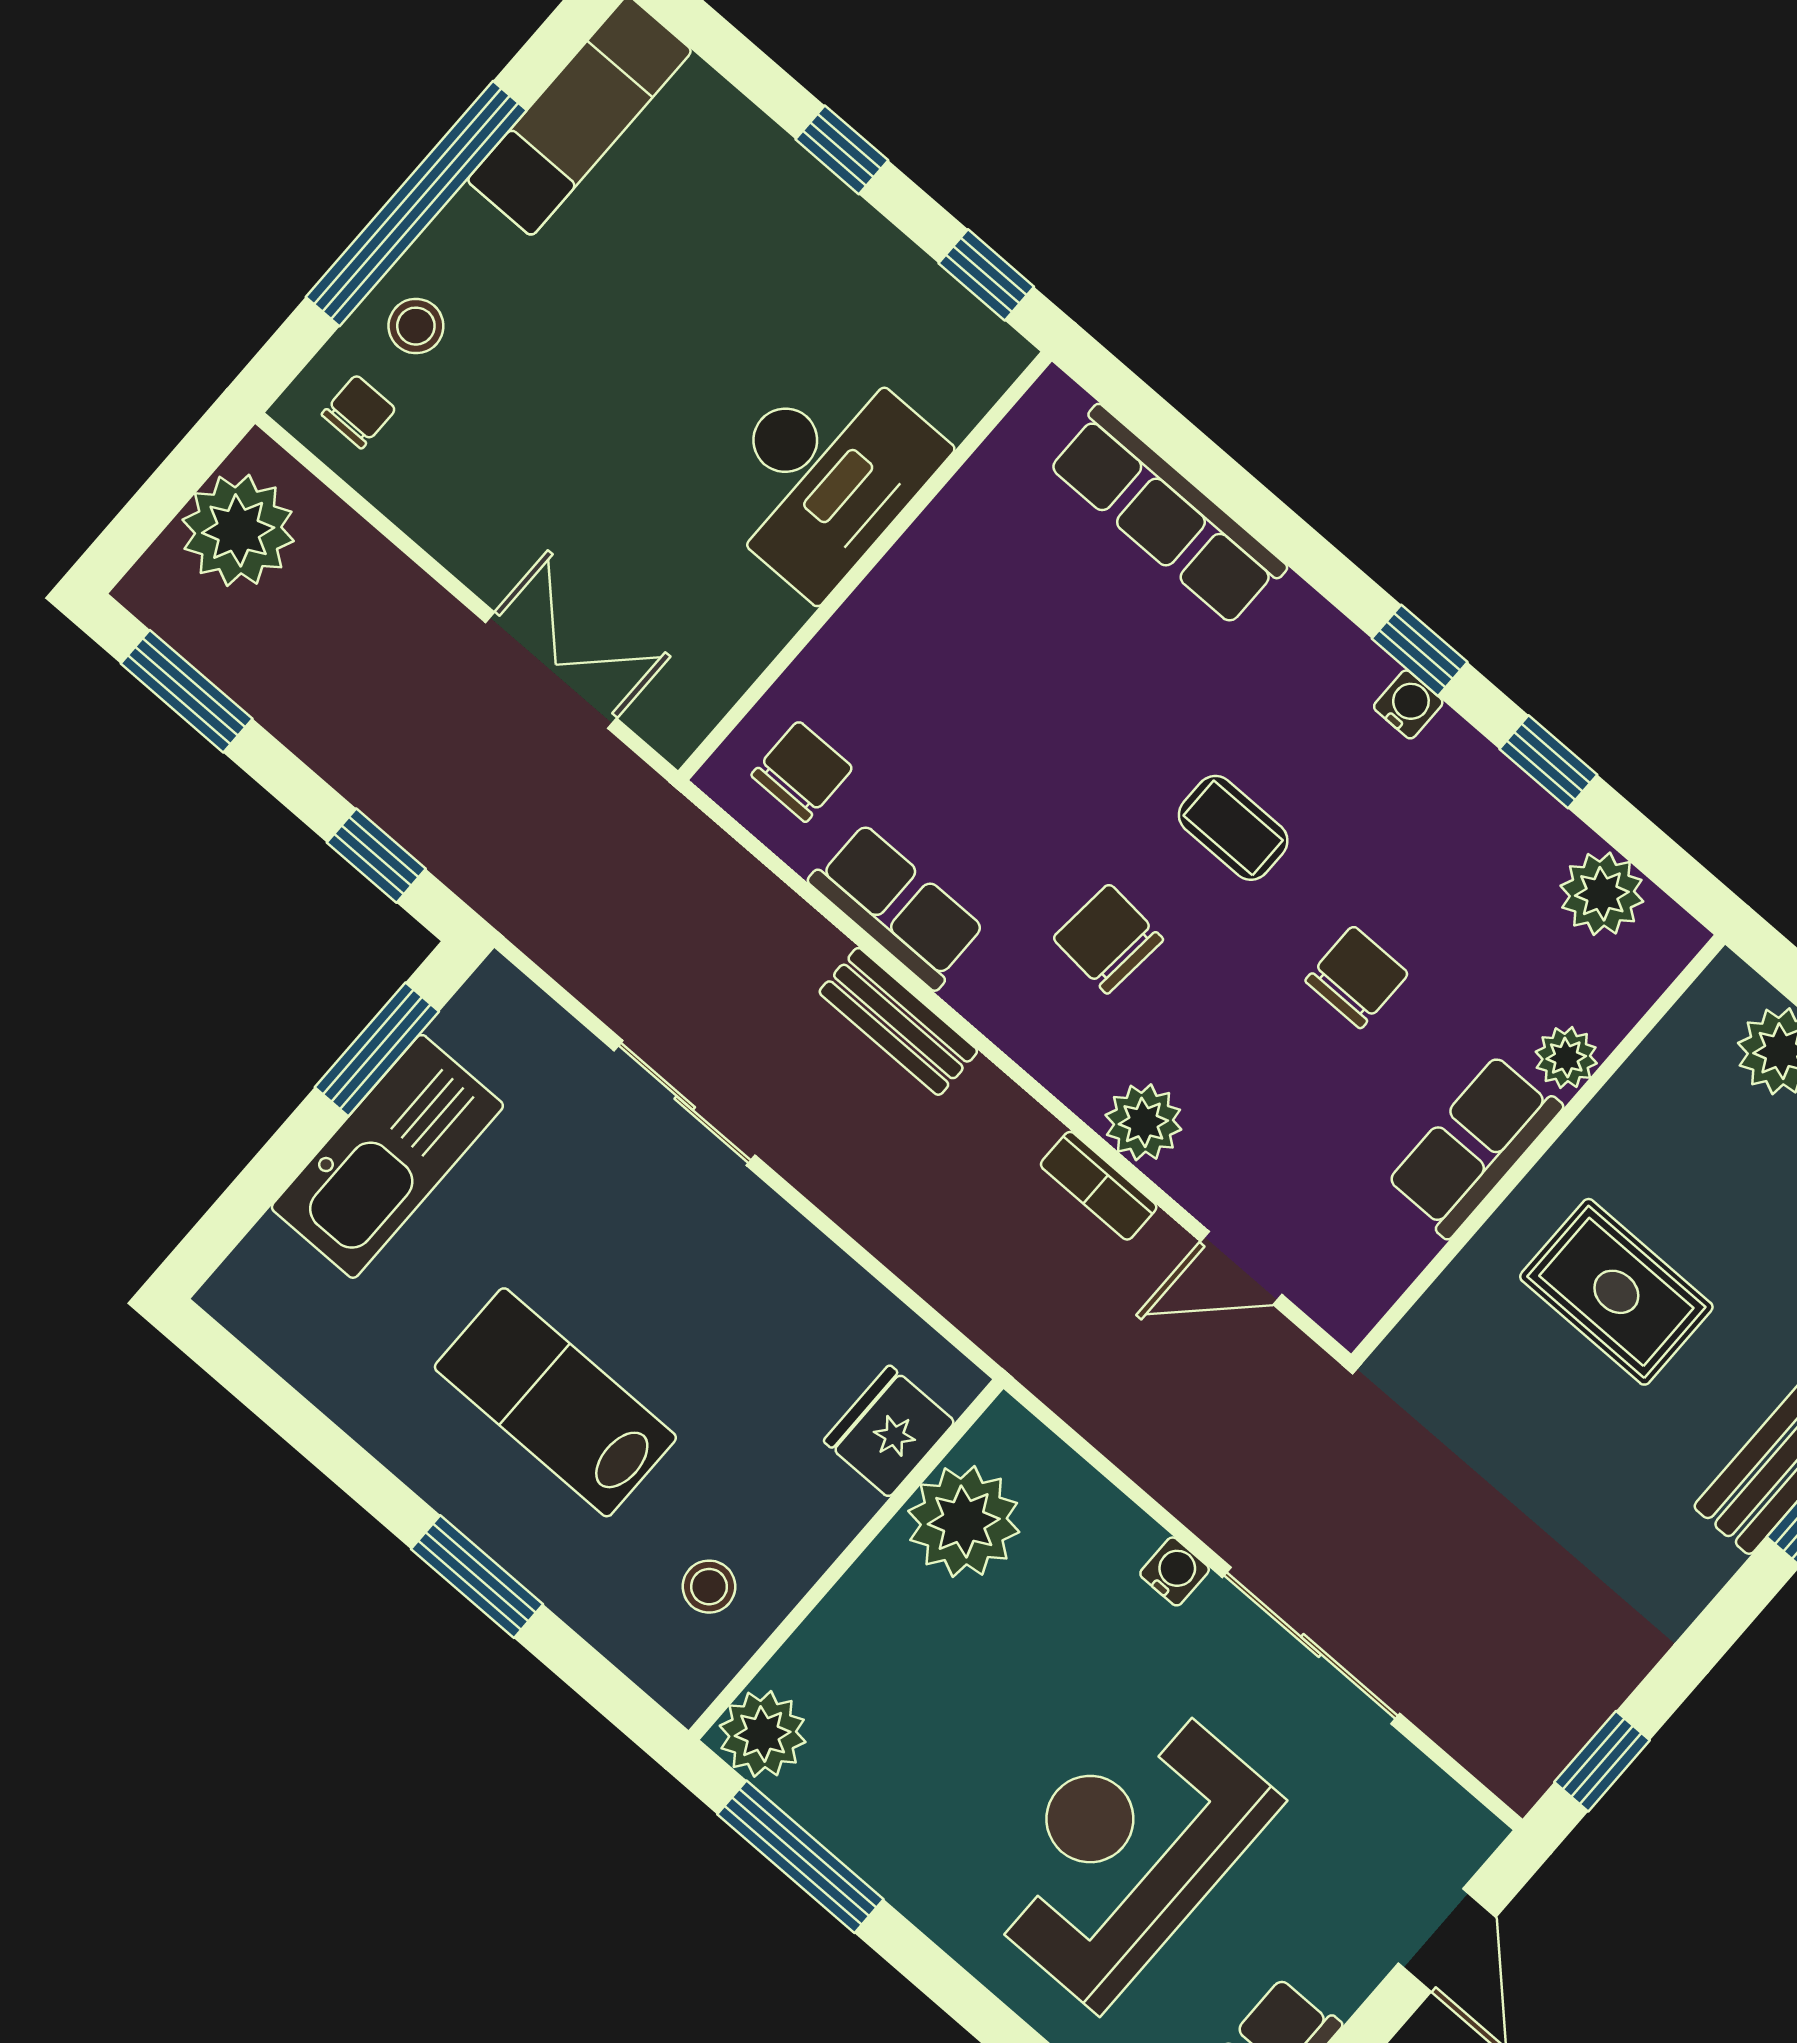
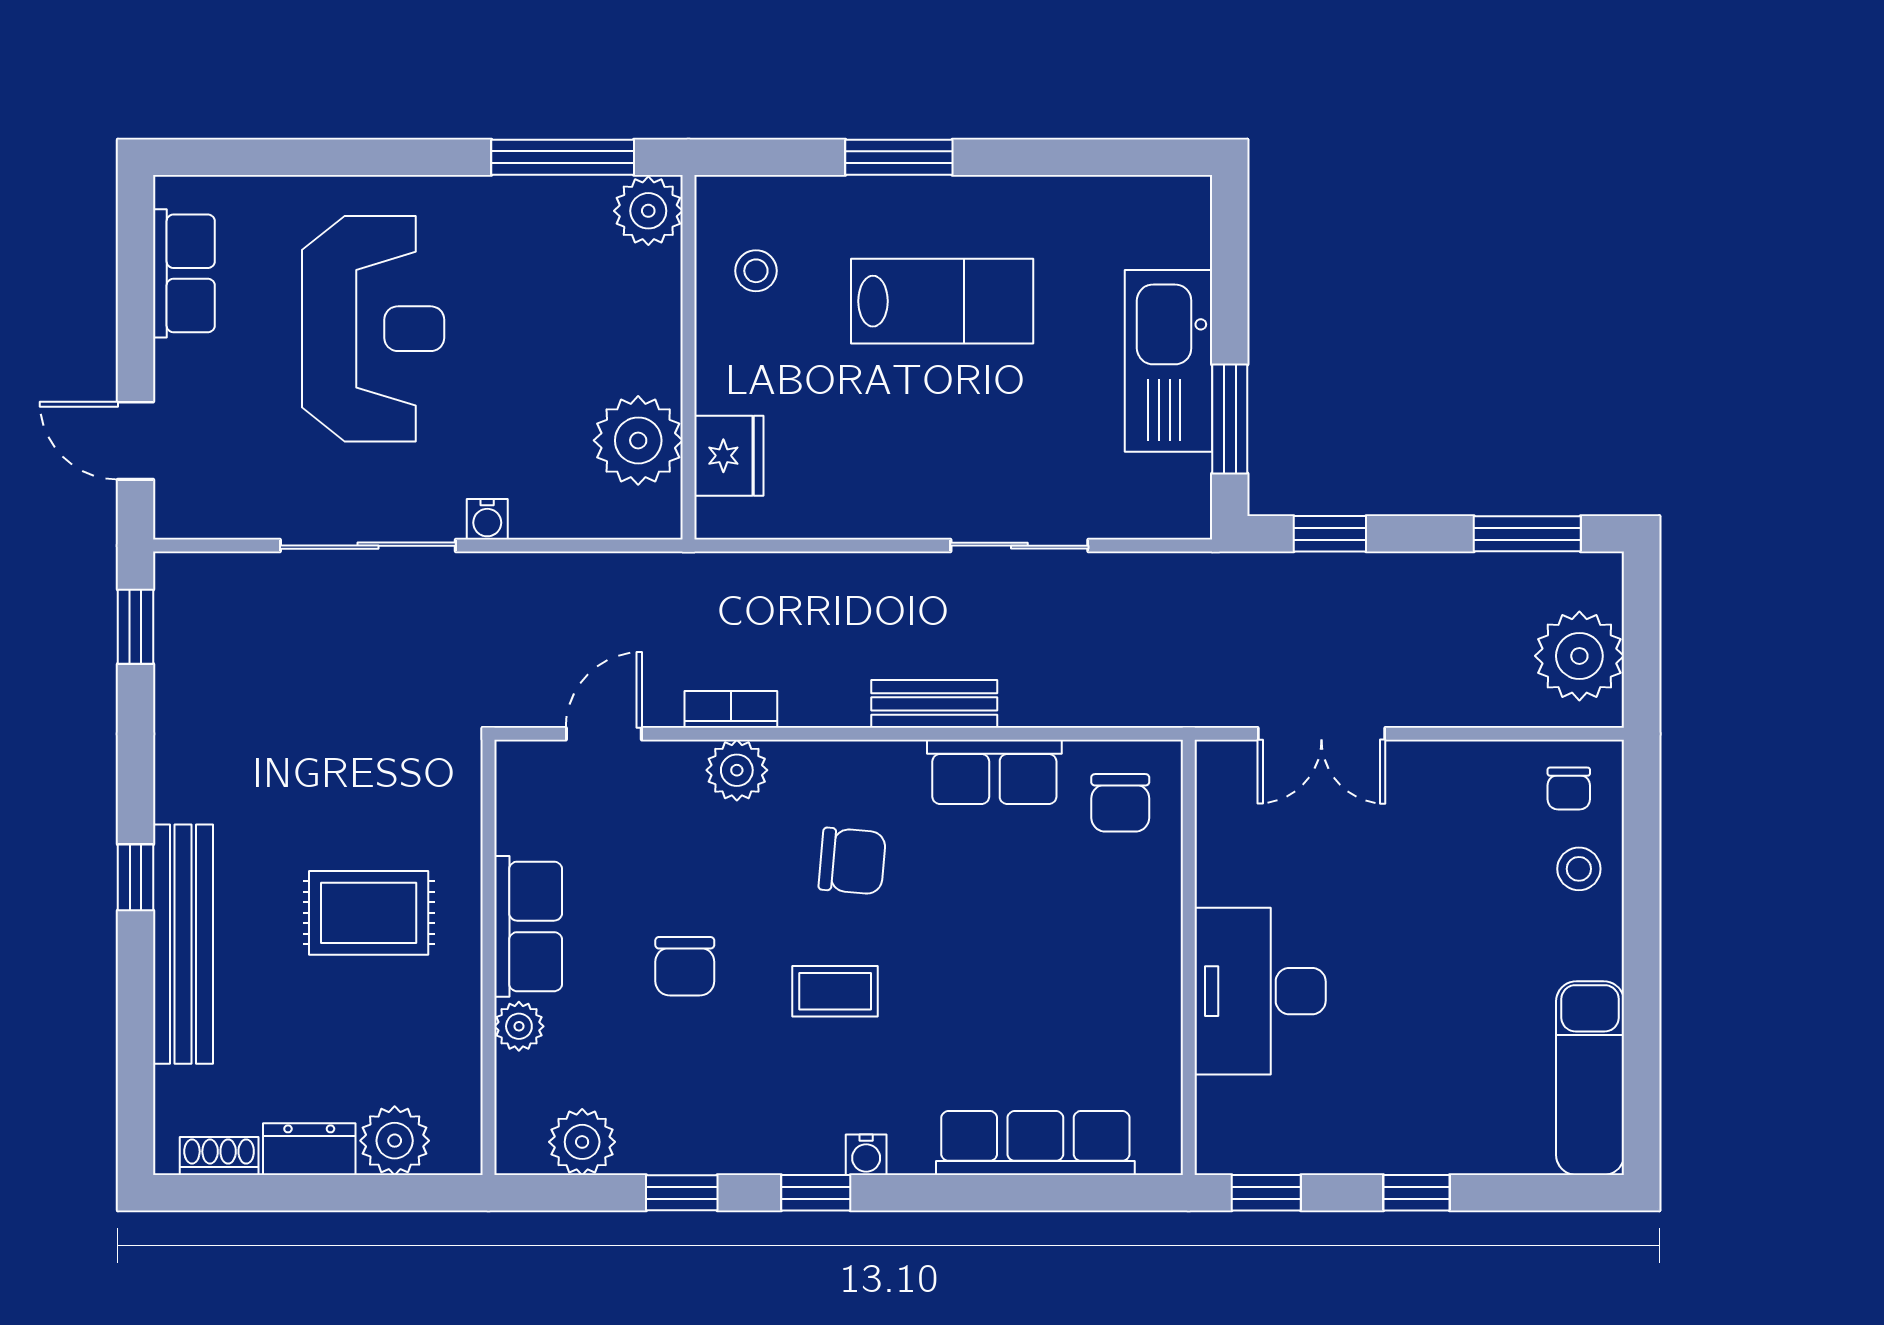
window: (416, 204) -> (1642, 942), removed
water cooler: (1408, 704) -> (866, 1155), moved

